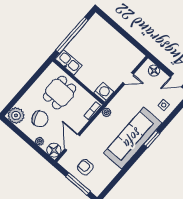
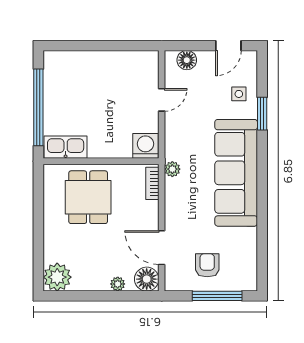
chair: (40, 119) -> (92, 254), removed
window: (152, 139) -> (262, 114), moved
armchair: (85, 167) -> (207, 265), turned 90

